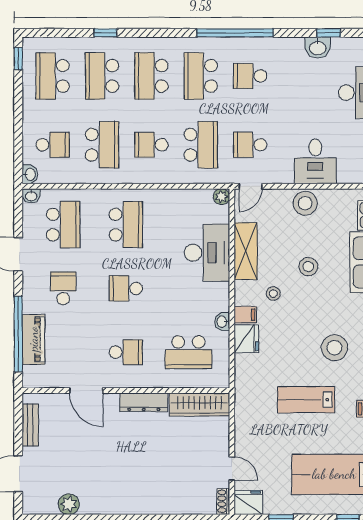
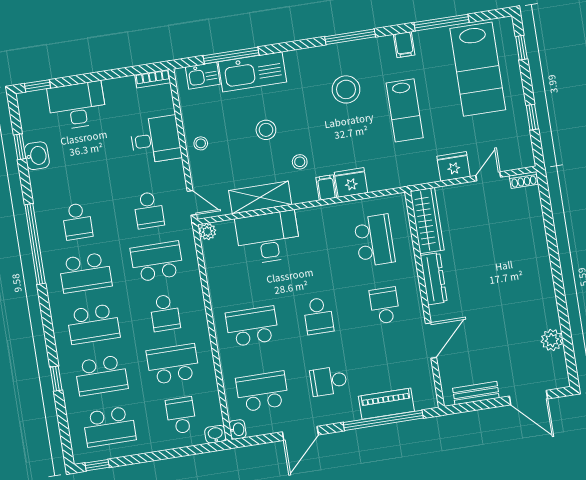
stool: (305, 203) -> (201, 143), width x0.53, depth x0.53
washbasin: (222, 322) -> (337, 210), removed
fridge: (248, 503) -> (454, 166), moved, turned 90

